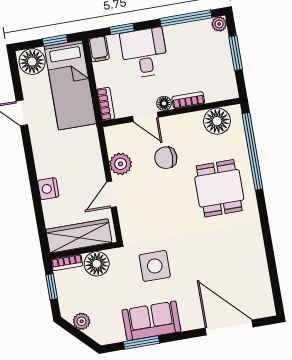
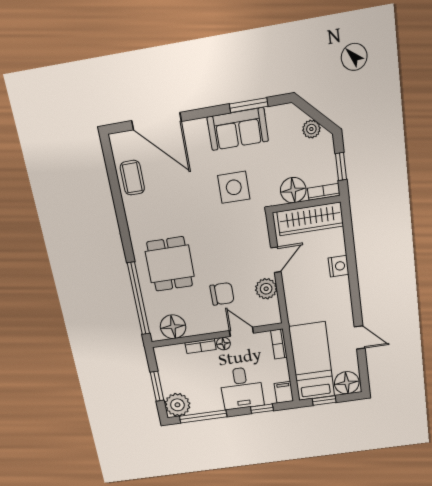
plant: (219, 24) -> (177, 405), width x1.88, depth x1.88
coffee table: (254, 274) -> (132, 178), added

